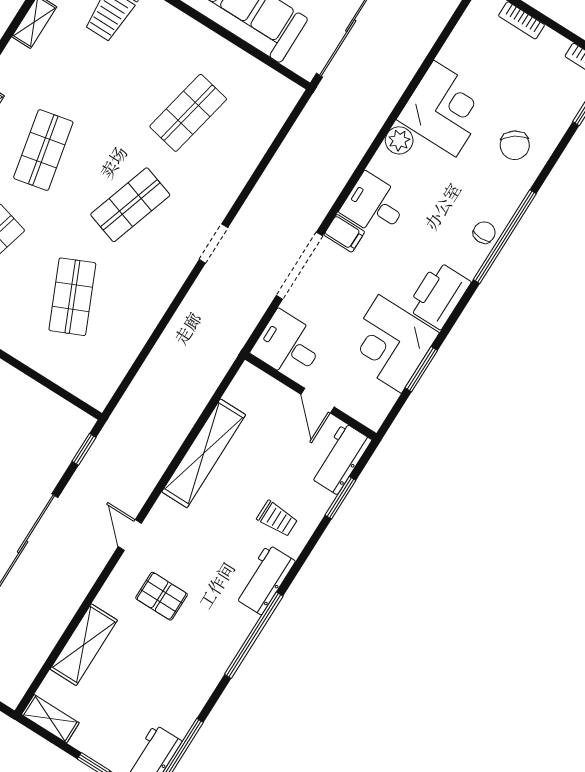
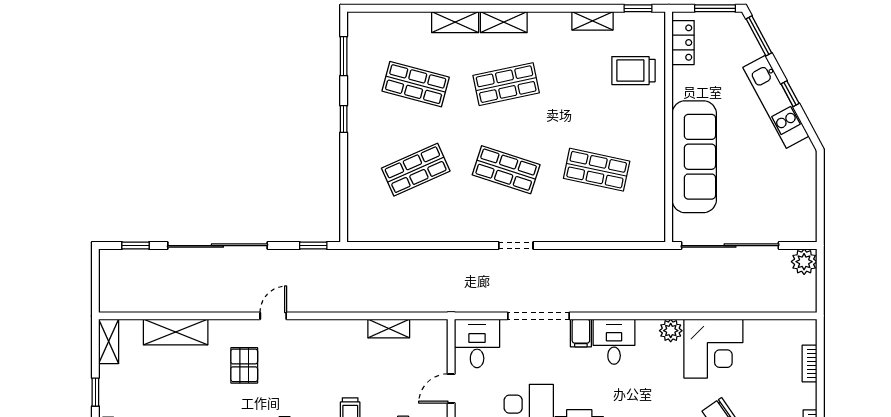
shelving: (204, 453) -> (389, 329), width x0.45, depth x0.75

